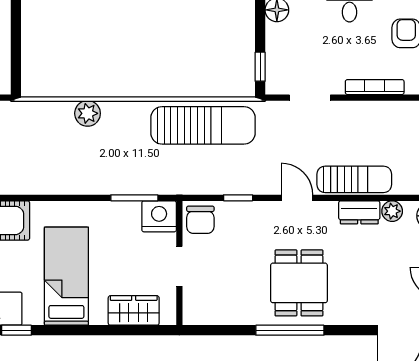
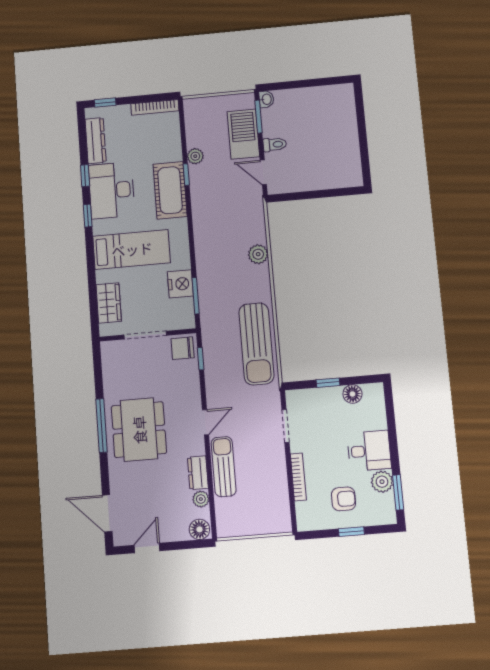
window: (260, 67) -> (328, 383), moved
sun lounger: (354, 179) -> (224, 467), turned 180
window: (238, 198) -> (201, 359), moved
nightstand: (159, 216) -> (180, 284), moved
doorway: (179, 266) -> (145, 335), width x1.38
dining table: (299, 283) -> (139, 430), width x1.38

